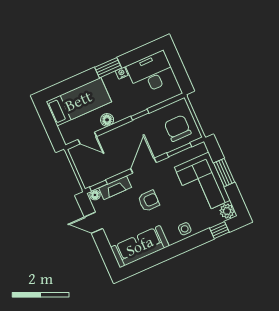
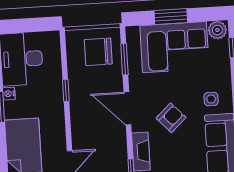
floor lamp: (107, 120) -> (58, 131), removed
armchair: (149, 201) -> (171, 118), turned 47
side table: (185, 229) -> (211, 99), moved

